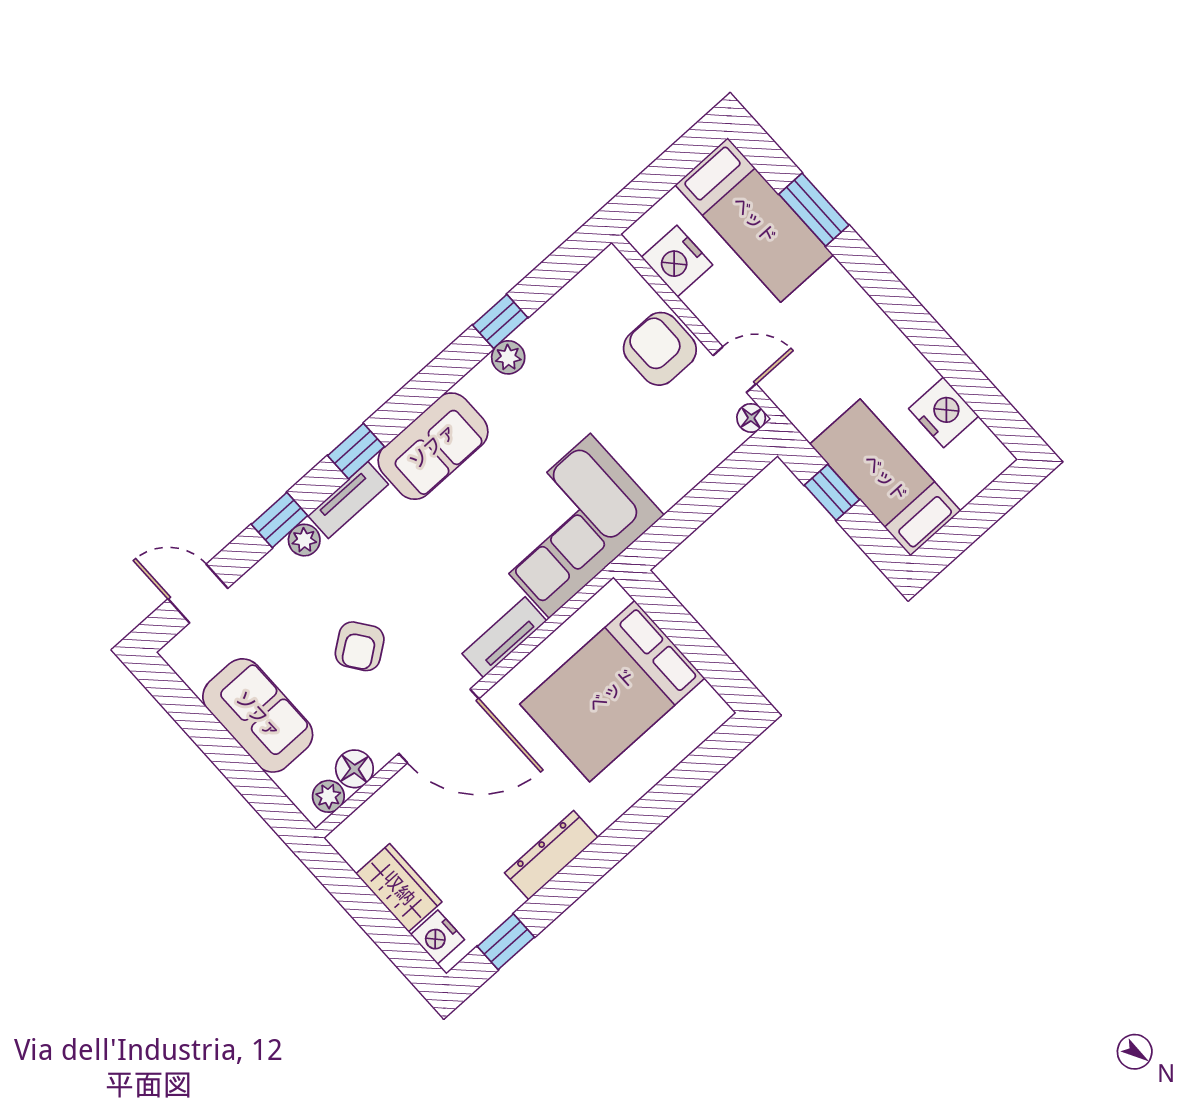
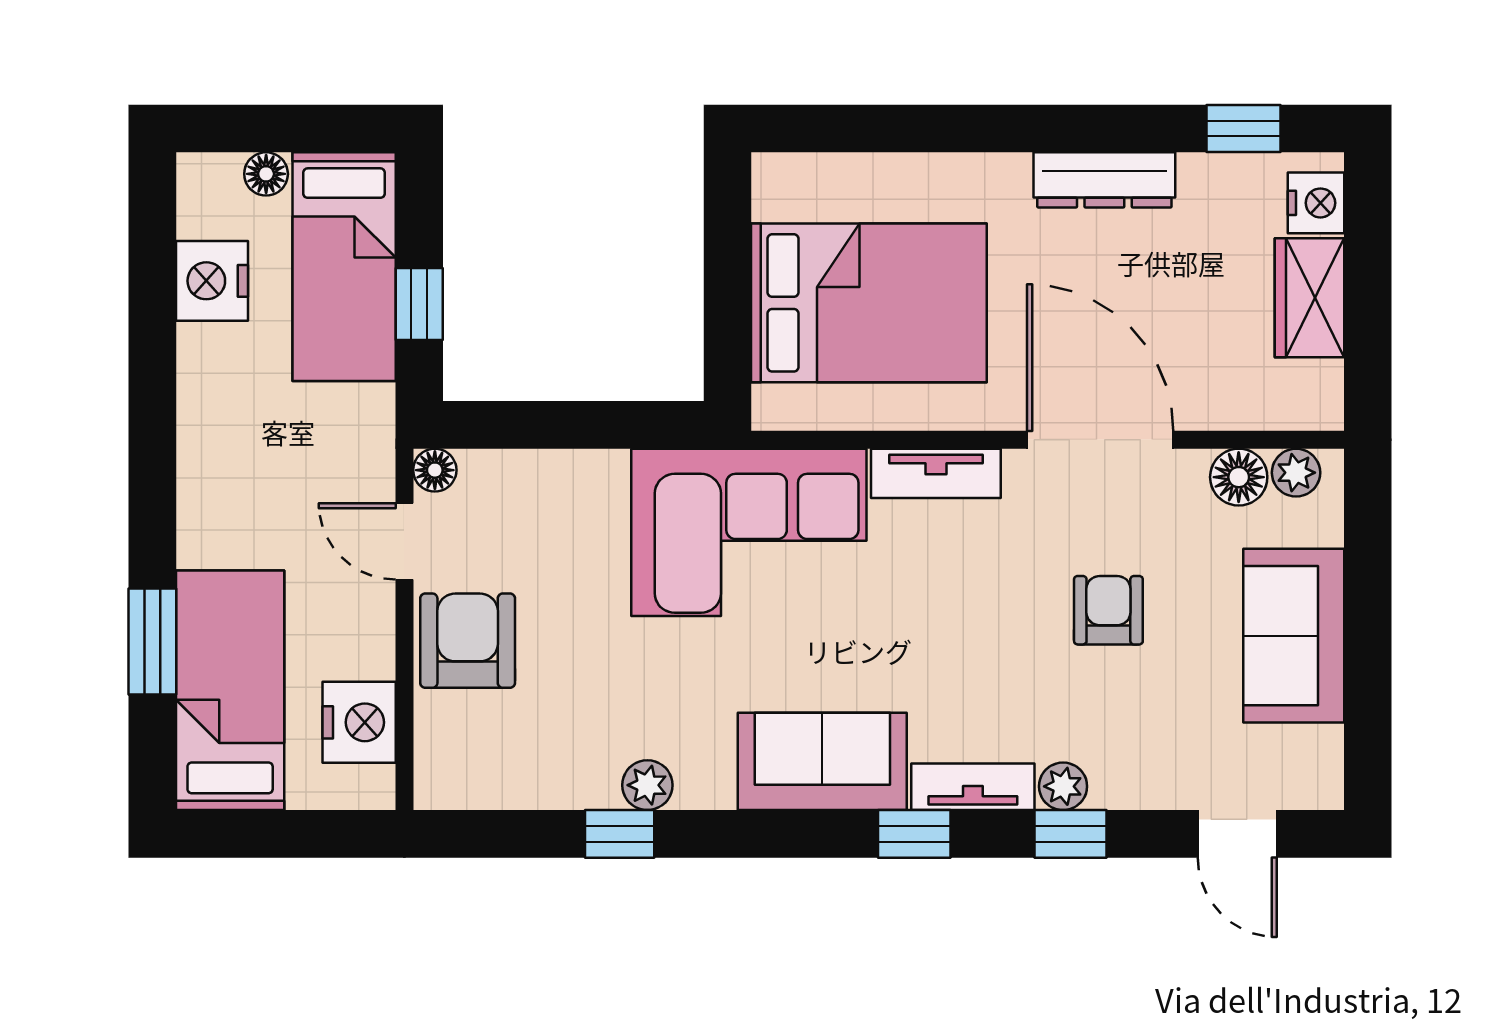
armchair: (660, 349) -> (468, 641), turned 180
floor lamp: (964, 489) -> (266, 174), added
armchair: (360, 646) -> (1108, 610), turned -54

